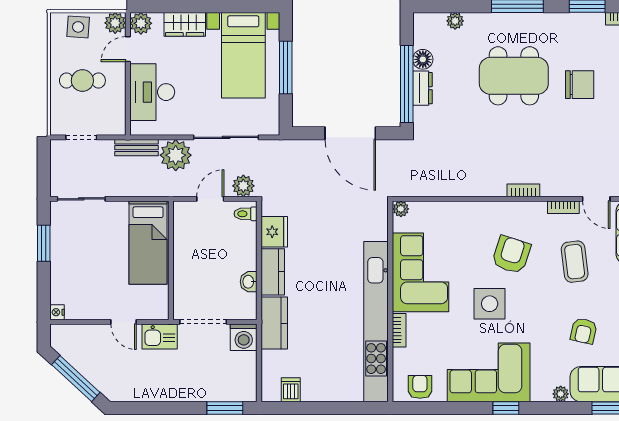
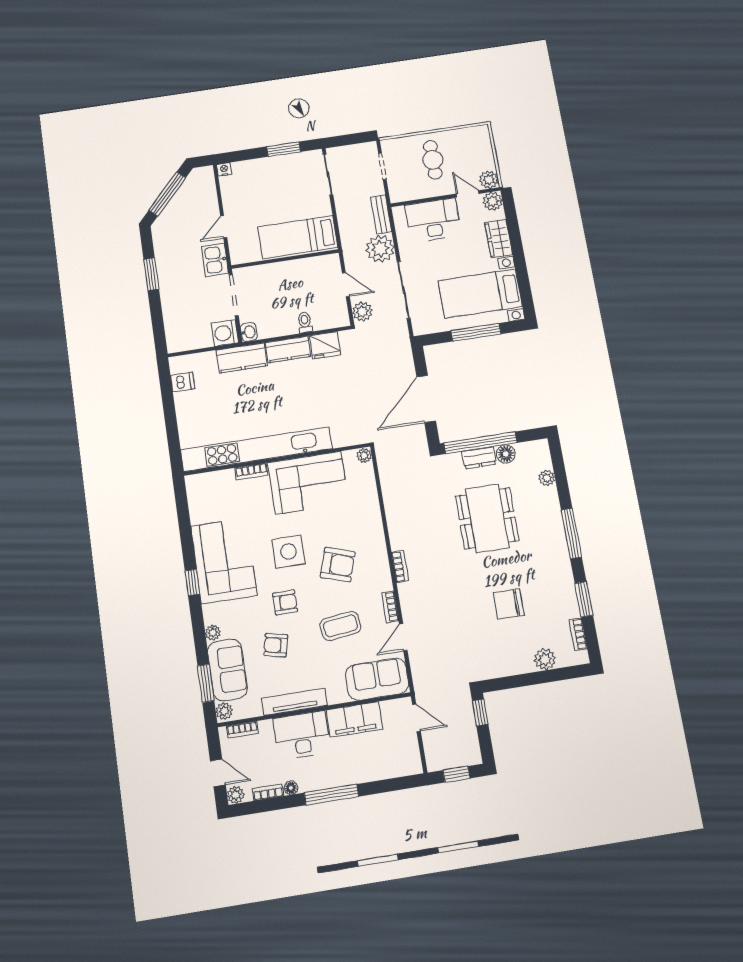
side table: (78, 27) -> (479, 149), removed
dining table: (514, 76) -> (487, 518), moved
chair: (580, 85) -> (509, 604), turned 90
toilet: (246, 214) -> (305, 322), moved
washbasin: (249, 282) -> (249, 332), moved, turned 90
armchair: (420, 387) -> (285, 602), moved
window: (225, 408) -> (151, 274), moved

